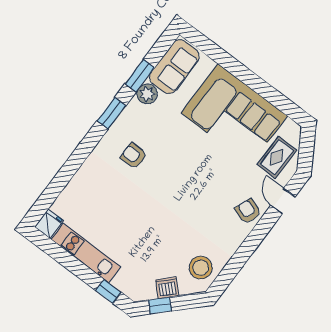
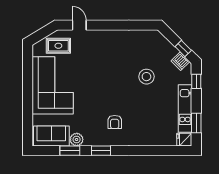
door: (283, 201) -> (79, 25), swing flipped
armchair: (248, 211) -> (98, 39), removed
window: (58, 253) -> (196, 123), added
stool: (201, 268) -> (146, 77), moved
dishwasher: (167, 288) -> (180, 61), moved

